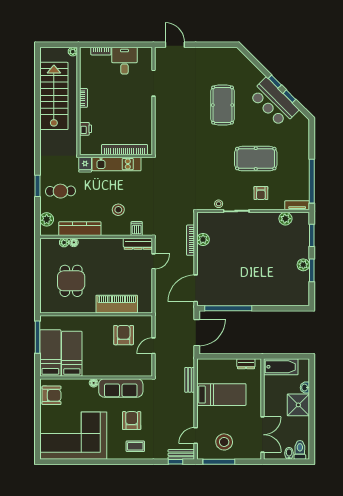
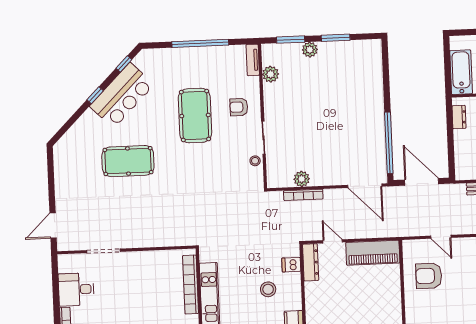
window: (289, 96) -> (124, 64), moved
window: (312, 181) -> (200, 43), moved
armchair: (261, 193) -> (239, 107), turned 180
plant: (303, 265) -> (310, 50), moved
piano: (117, 304) -> (373, 253), moved, turned -90

